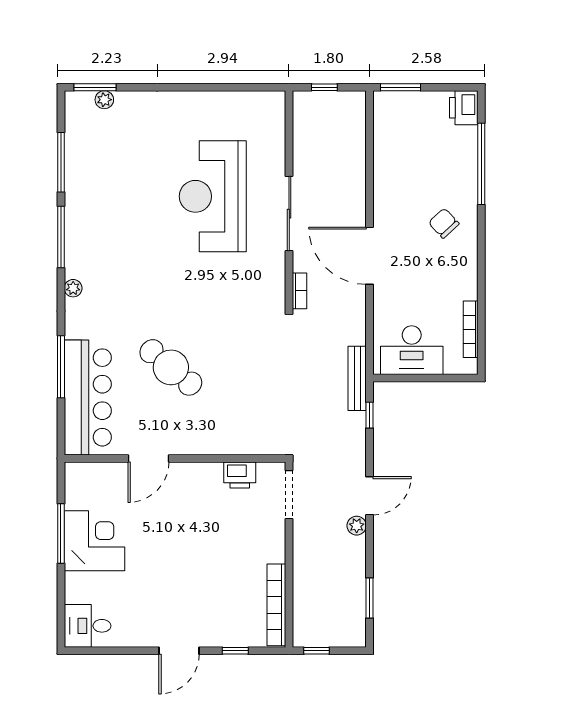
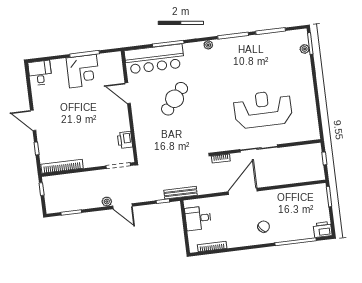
desk: (412, 350) -> (198, 218), width x0.73

